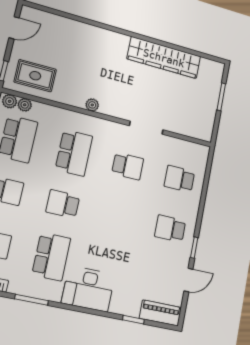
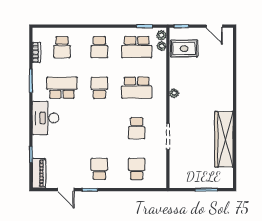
rug: (35, 76) -> (184, 49), turned 90
school desk: (51, 257) -> (62, 88), turned 180

